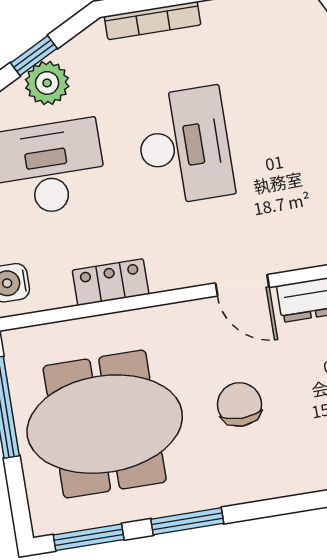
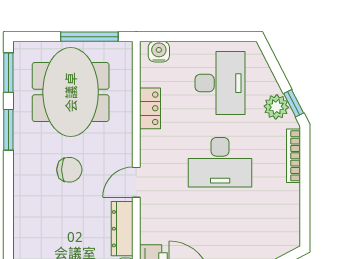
window: (34, 56) -> (294, 103), moved
plant: (47, 83) -> (276, 107), moved

